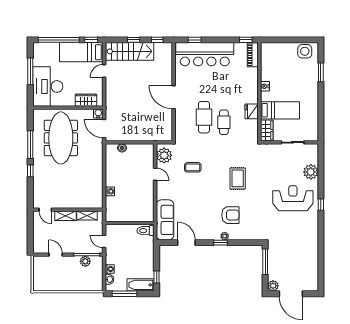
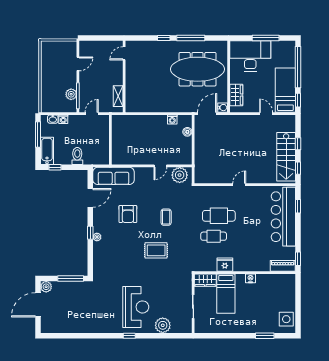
stairs: (130, 51) -> (286, 157), moved
door: (174, 97) -> (239, 185), width x0.53
coffee table: (193, 167) -> (166, 217), moved
washing machine: (110, 191) -> (172, 120), moved
armchair: (230, 215) -> (128, 214), moved
shelving: (65, 216) -> (118, 74), removed
toilet: (146, 231) -> (77, 156), moved

